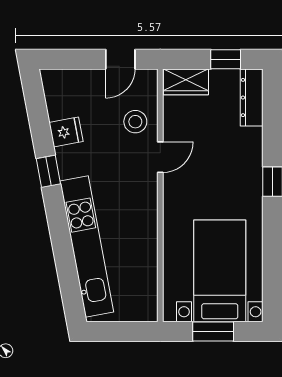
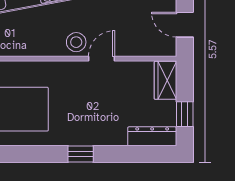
stool: (135, 122) -> (76, 42), moved
door: (160, 157) -> (101, 59), swing flipped

